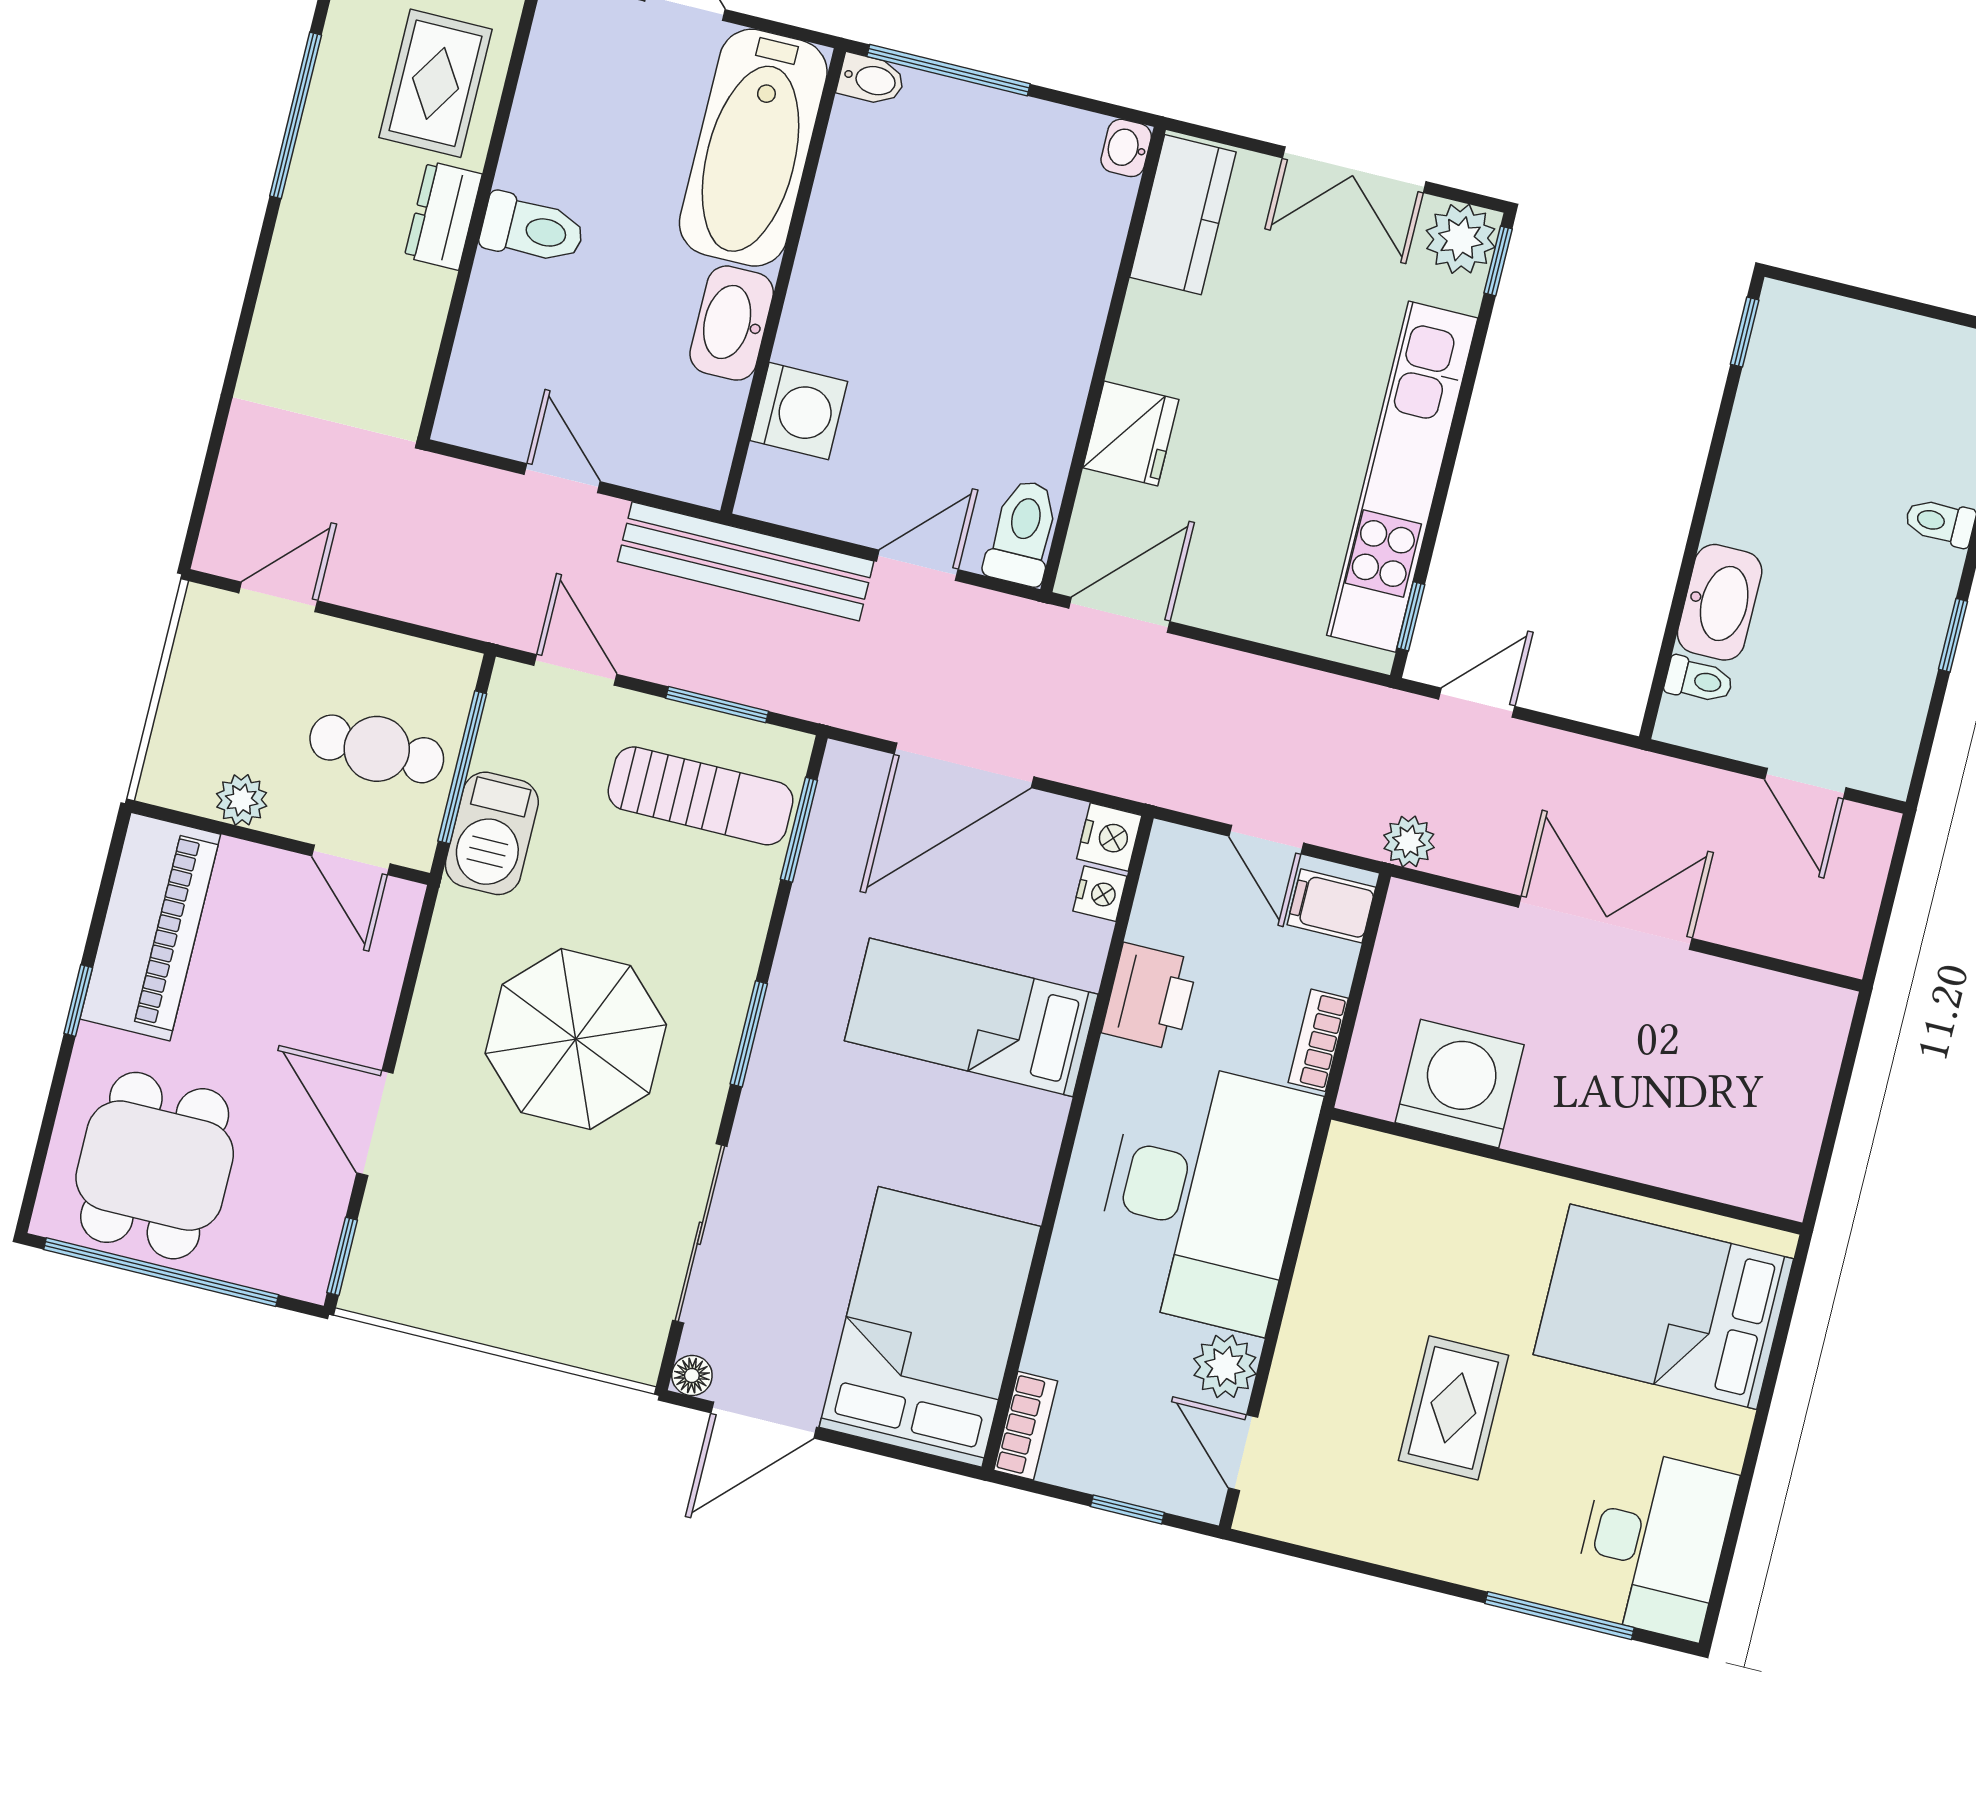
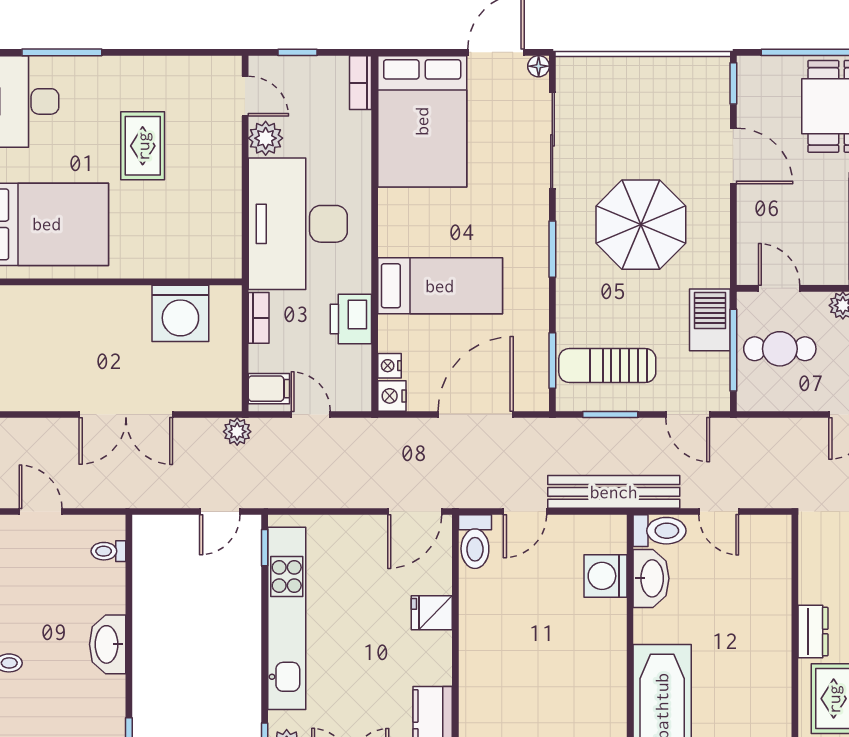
toilet: (532, 229) -> (660, 531), moved, turned 180
washbasin: (732, 323) -> (651, 578), moved
fridge: (1131, 434) -> (432, 613), width x0.72
washbasin: (1720, 602) -> (108, 644), moved

